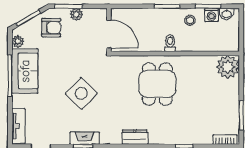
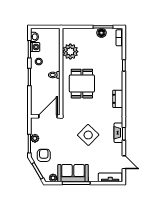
plant: (228, 67) -> (70, 52), moved
dining table: (157, 84) -> (82, 84), turned 90
floor lamp: (232, 113) -> (101, 33), added

